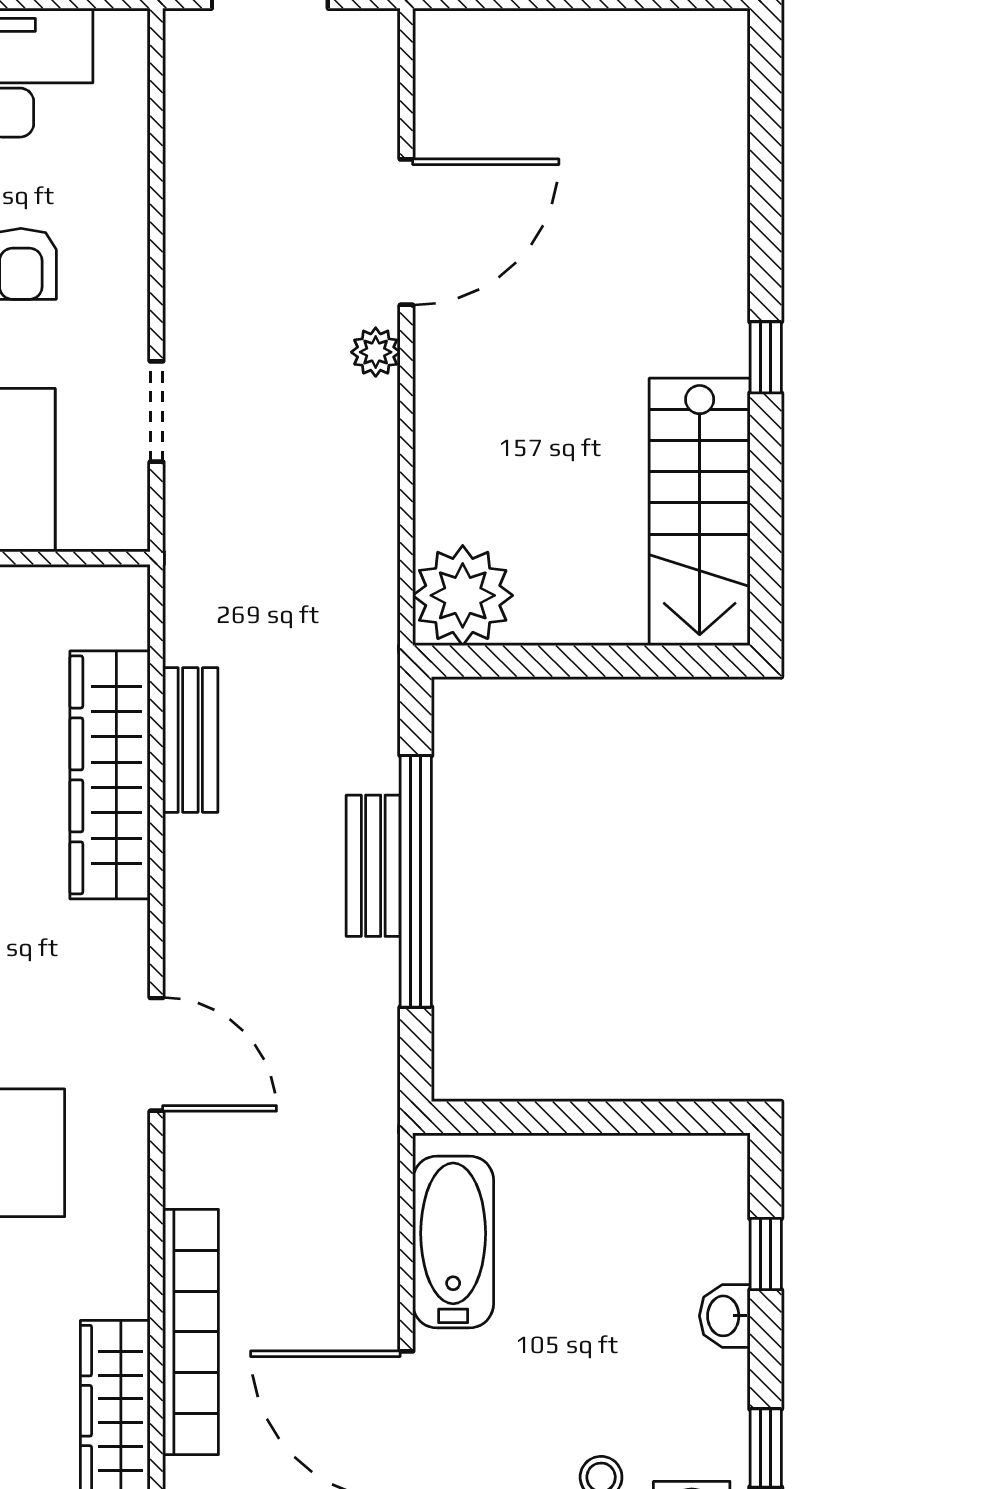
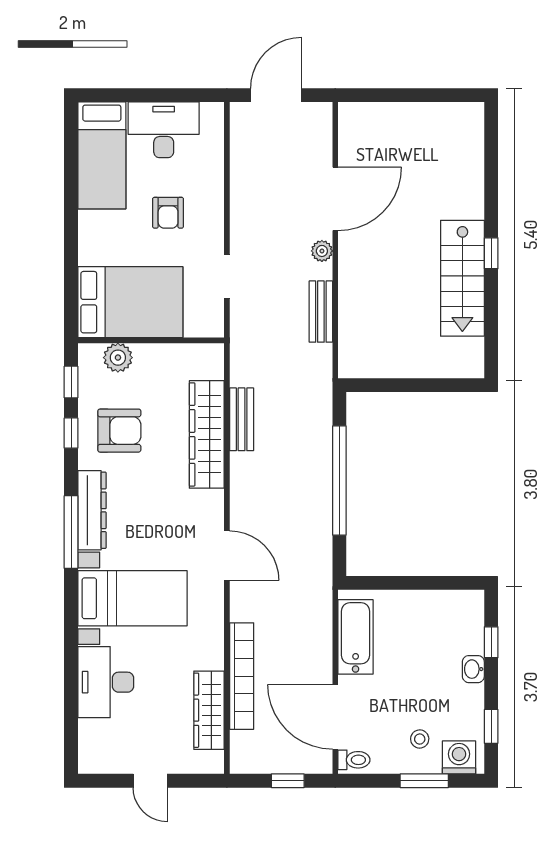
stairs: (700, 512) -> (462, 278), moved
plant: (463, 595) -> (360, 357), removed
bench: (373, 866) -> (321, 312), moved

